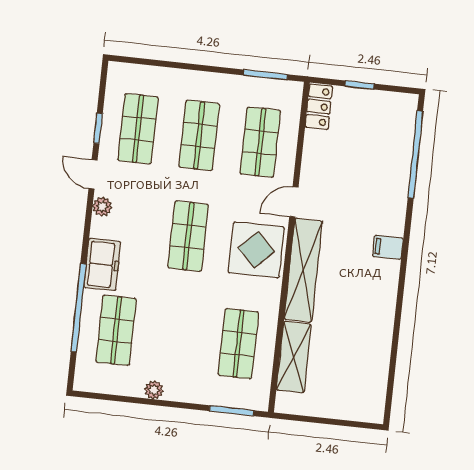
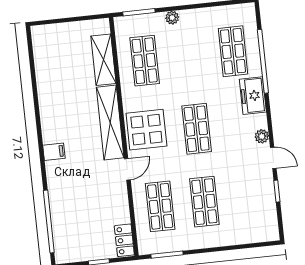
shop shelf: (138, 129) -> (249, 197), removed
plant: (154, 390) -> (172, 18), moved

